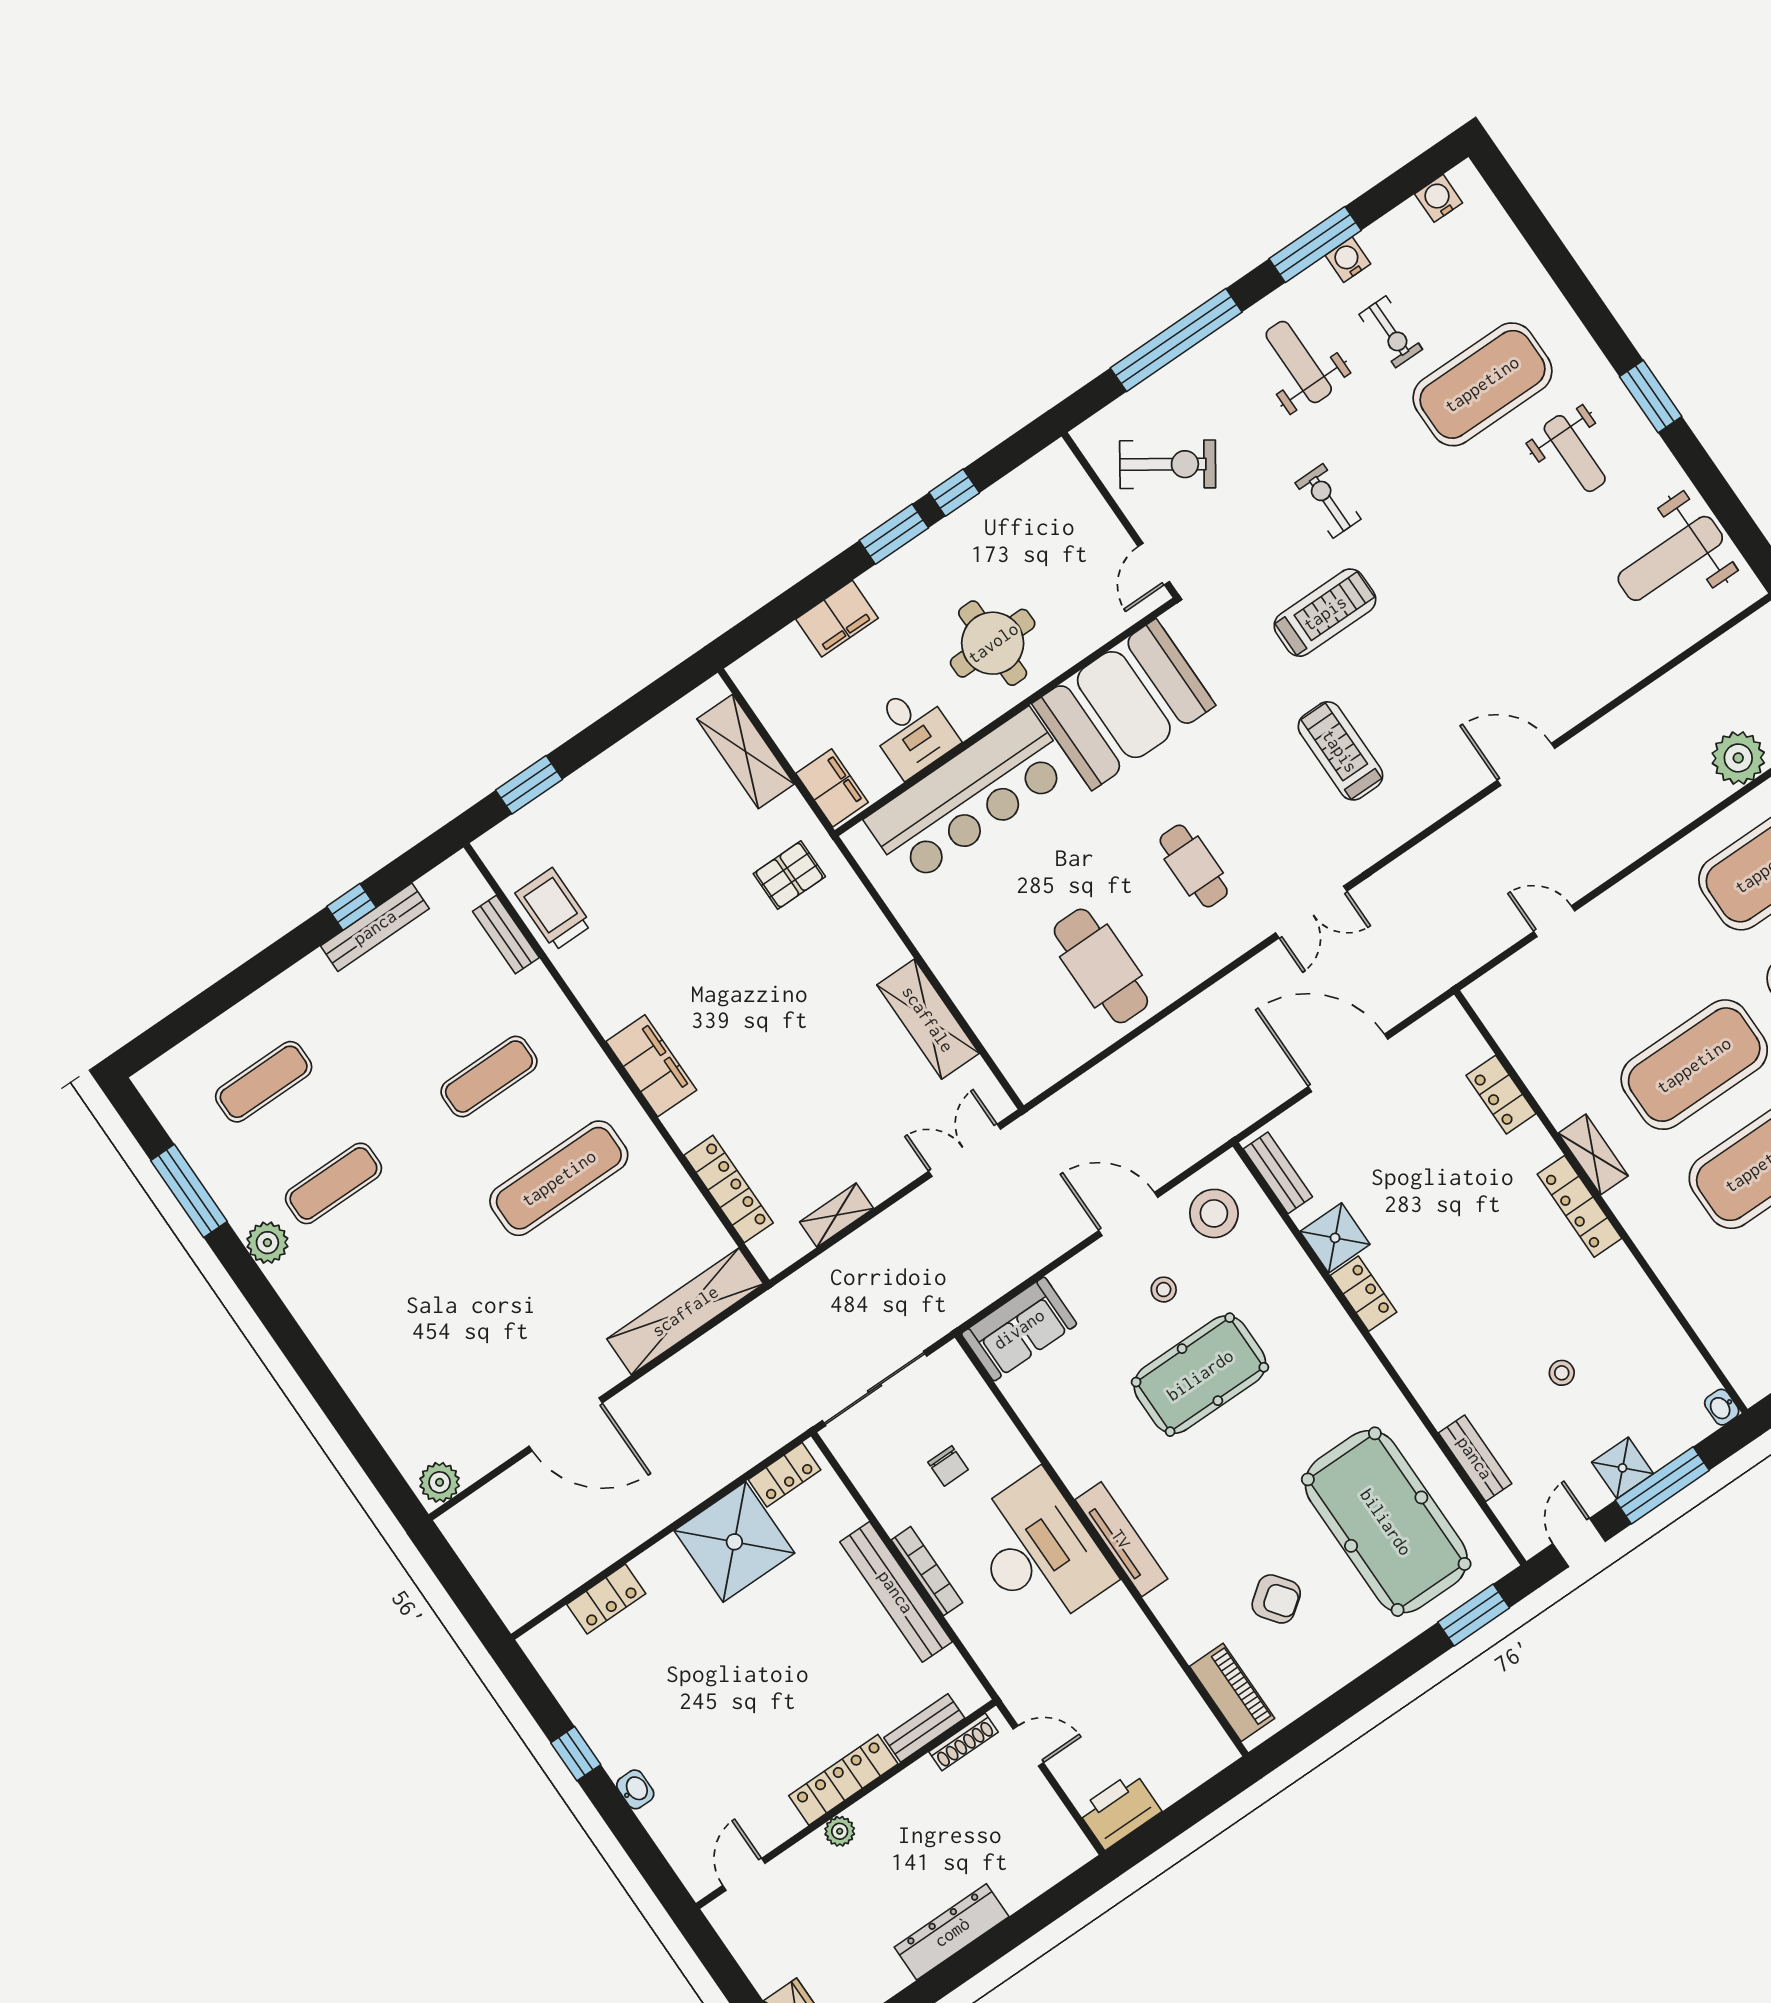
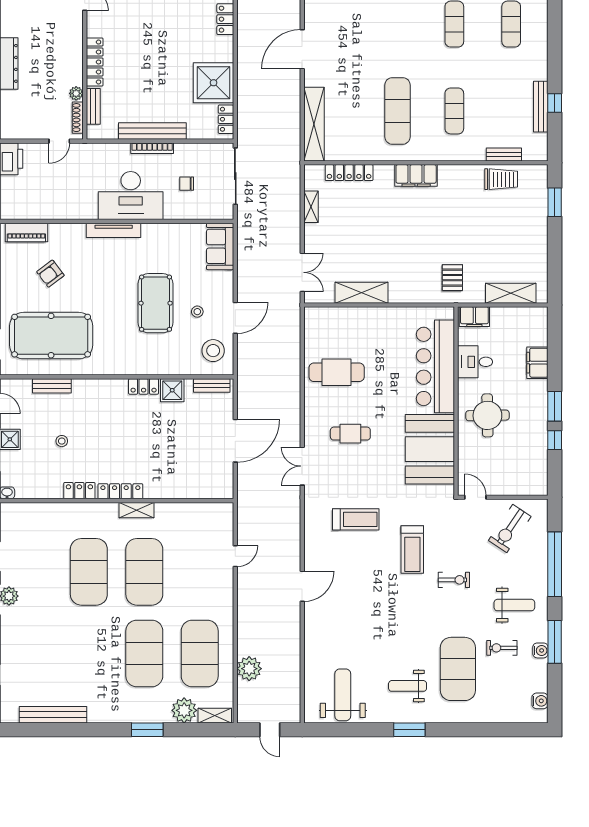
locker: (1501, 1095) -> (79, 491), moved
plant: (840, 1831) -> (76, 93), moved

